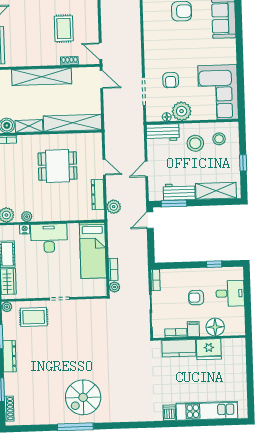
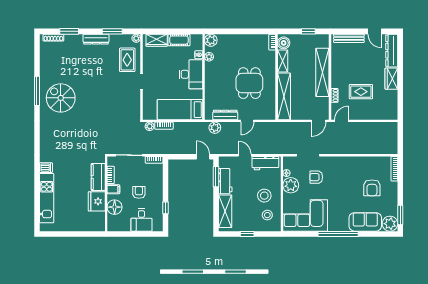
window: (240, 51) -> (338, 234), added
workbench: (163, 132) -> (265, 163), moved, turned -90

